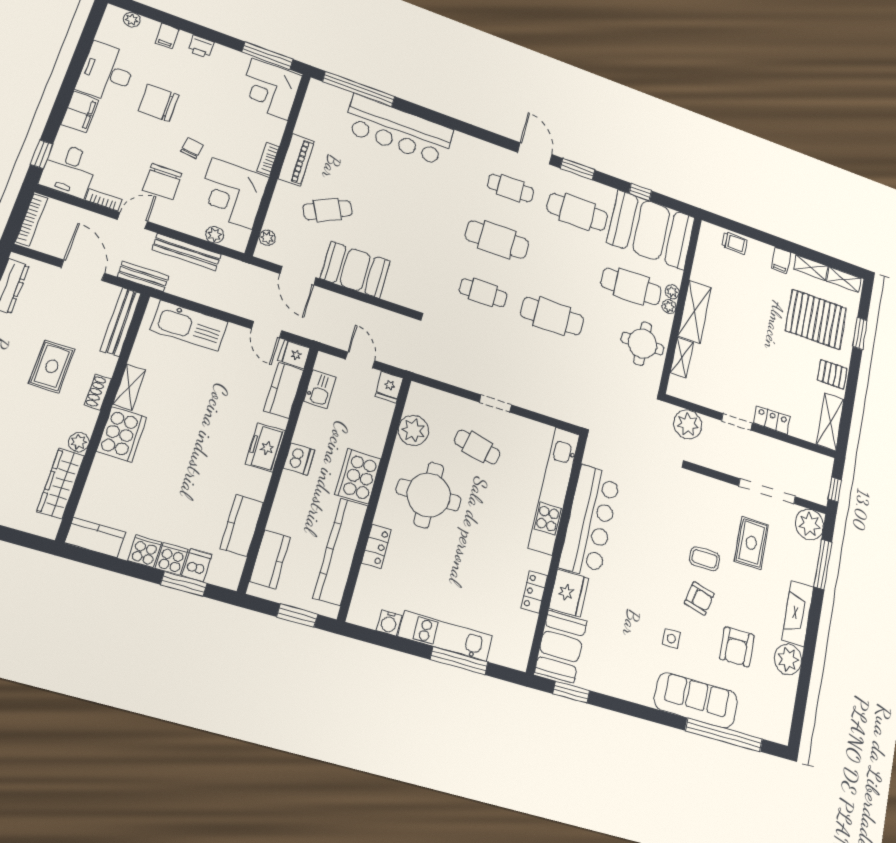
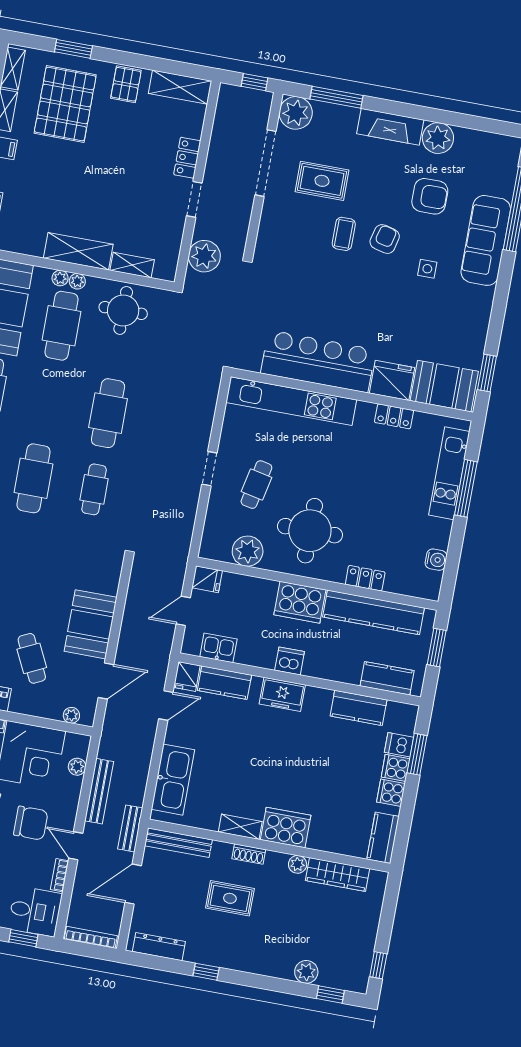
kitchen unit: (446, 636) -> (449, 473), moved

